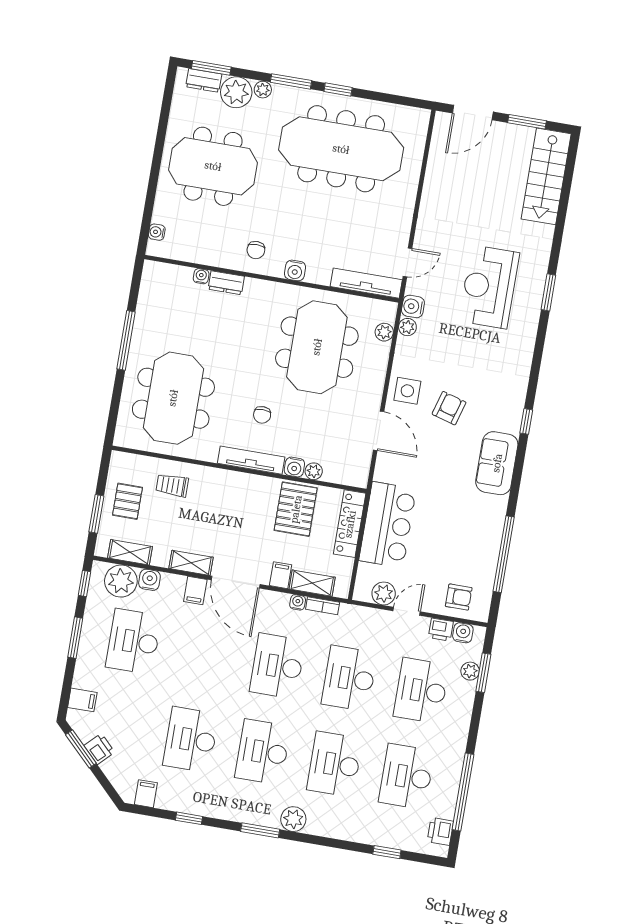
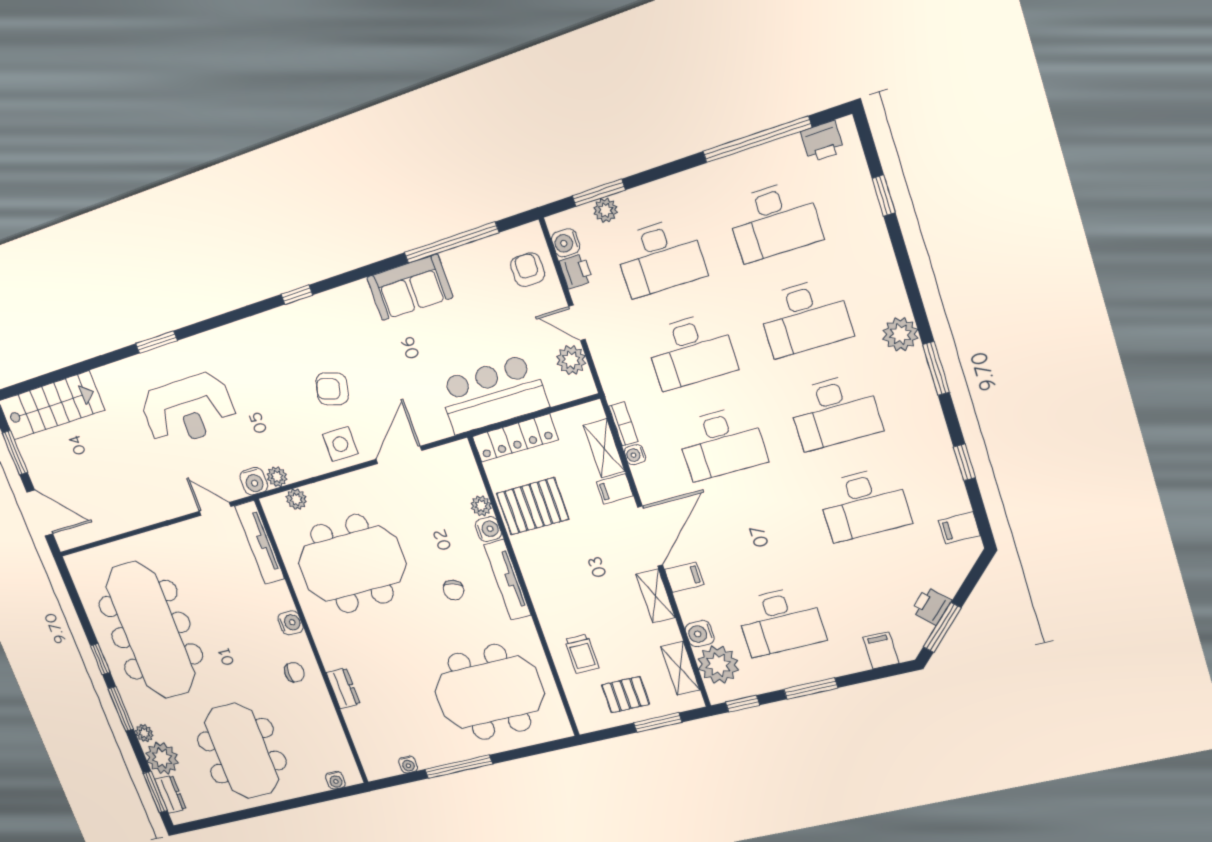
water cooler: (201, 276) -> (408, 764), moved, turned -90
chair: (262, 415) -> (454, 590), turned 108
sofa: (497, 463) -> (410, 287), moved

